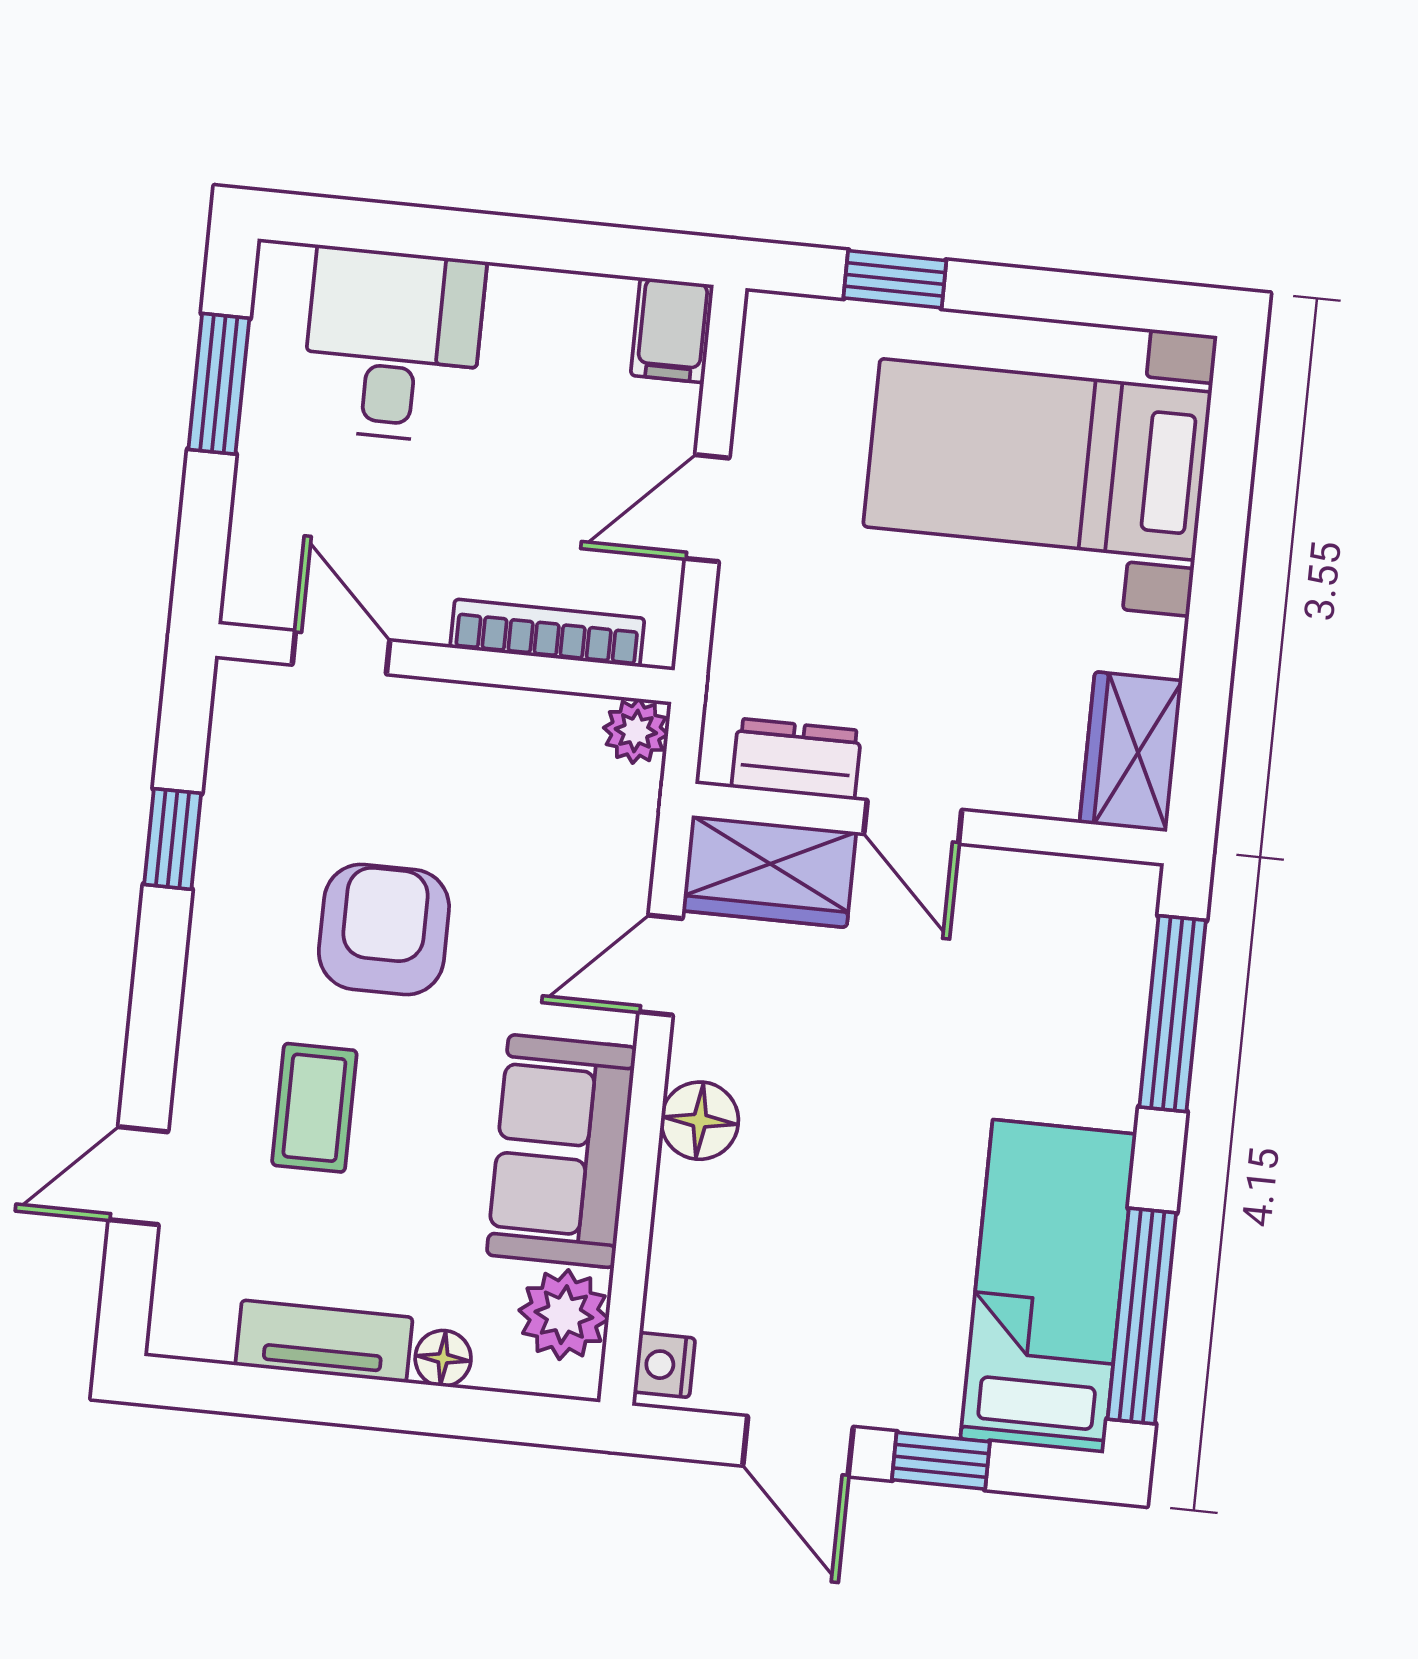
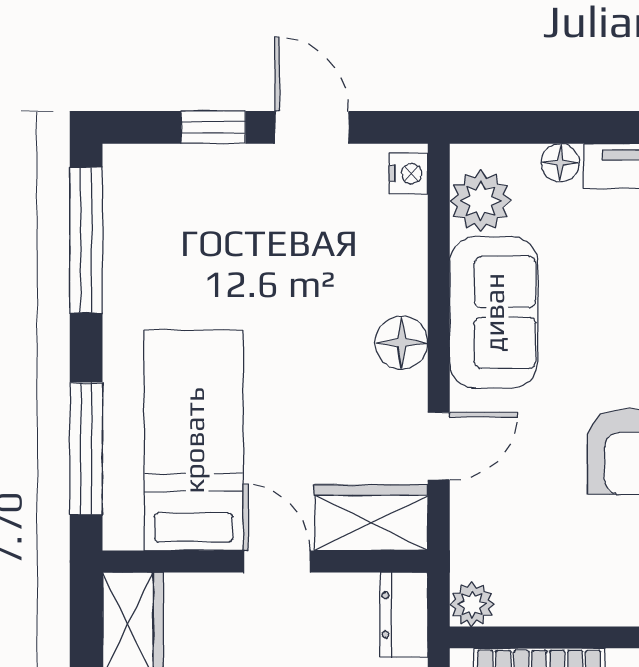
dresser: (796, 759) -> (404, 615), moved, turned 90
bed: (1048, 1286) -> (194, 440), moved, turned 180

